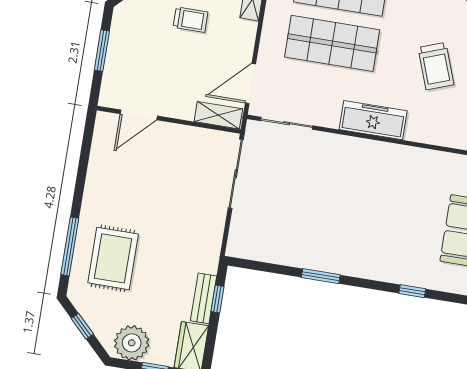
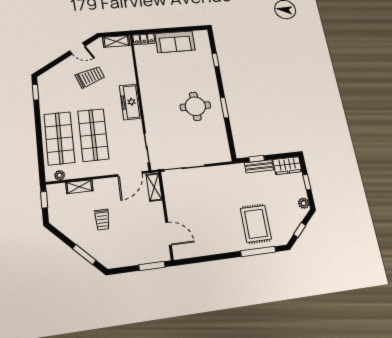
trolley: (190, 20) -> (102, 220), turned 180
window: (102, 51) -> (152, 266), moved
door: (251, 84) -> (130, 174), hinge flipped
round table: (336, 227) -> (195, 106), added
rug: (113, 258) -> (256, 224), turned 90
plant: (132, 343) -> (304, 203), width x0.53, depth x0.53

